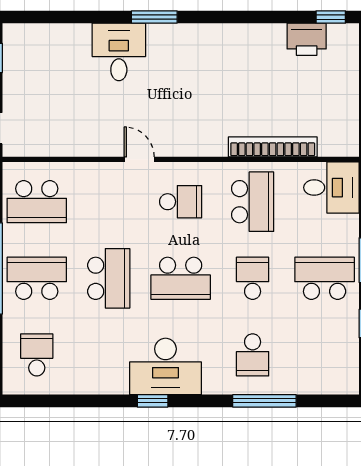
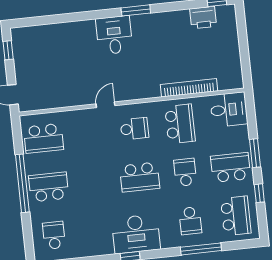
window: (154, 17) -> (136, 10), moved
desk: (119, 52) -> (114, 35), moved
door: (139, 159) -> (105, 105), hinge flipped
school desk: (109, 278) -> (236, 216), moved

